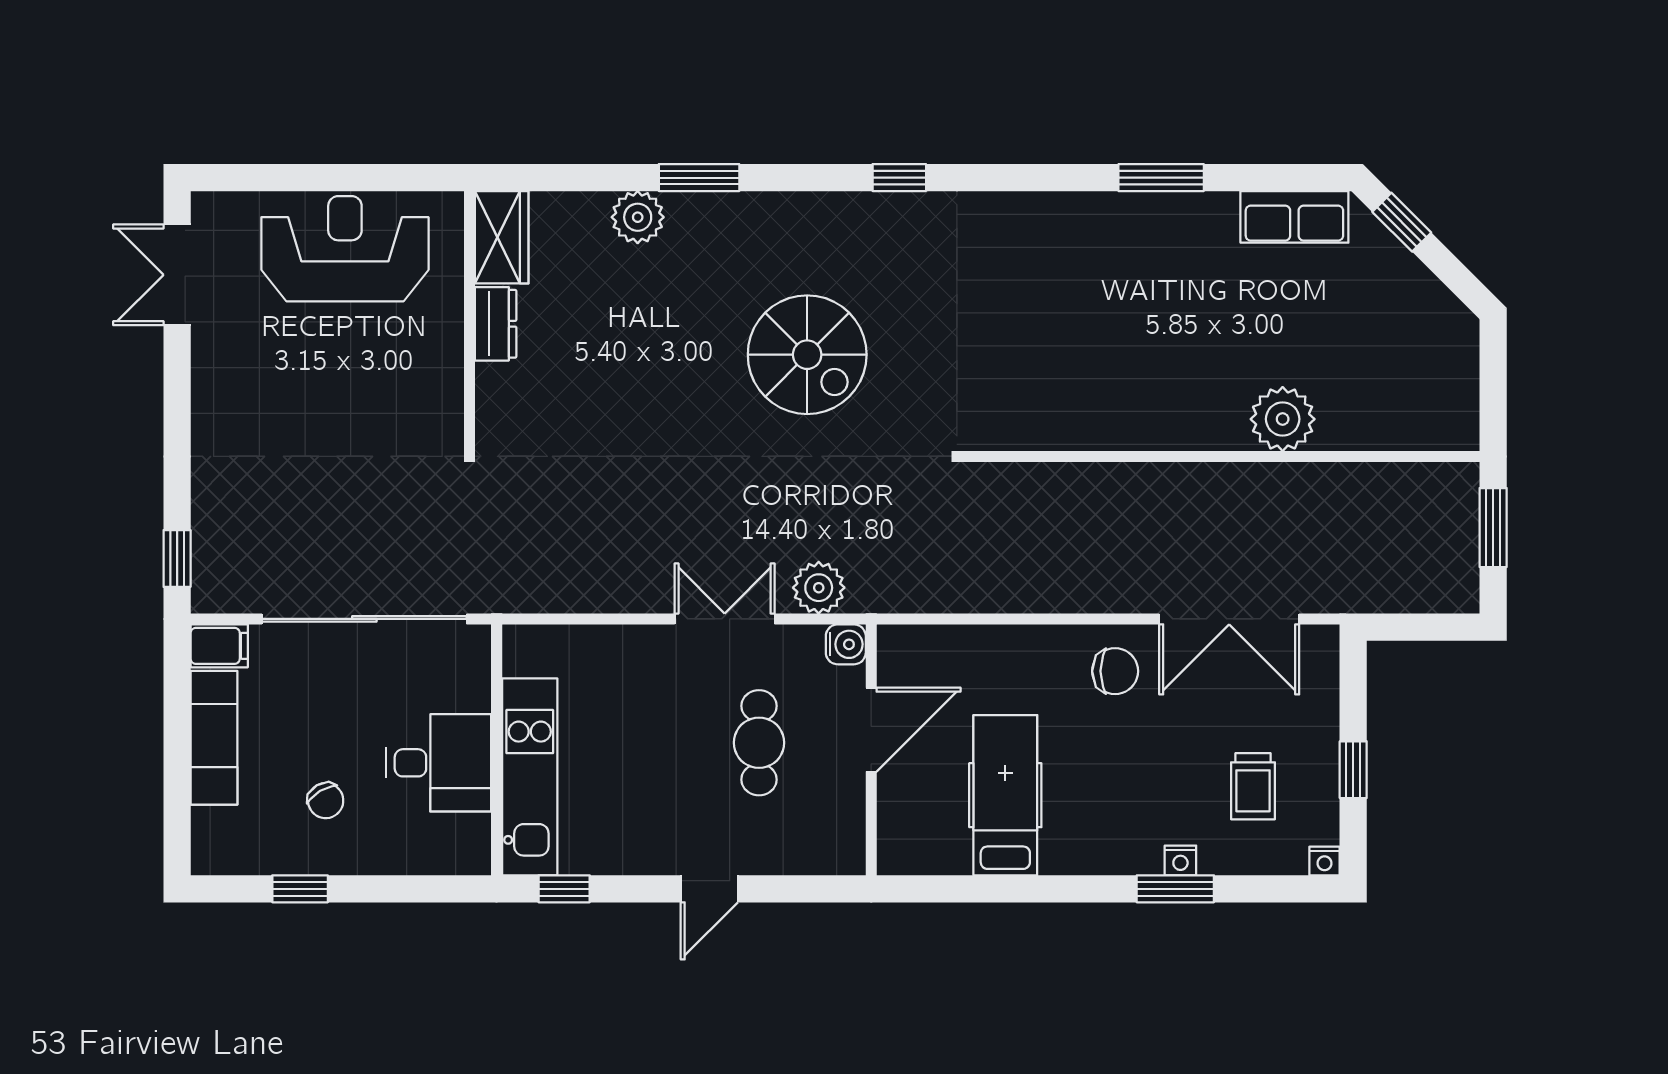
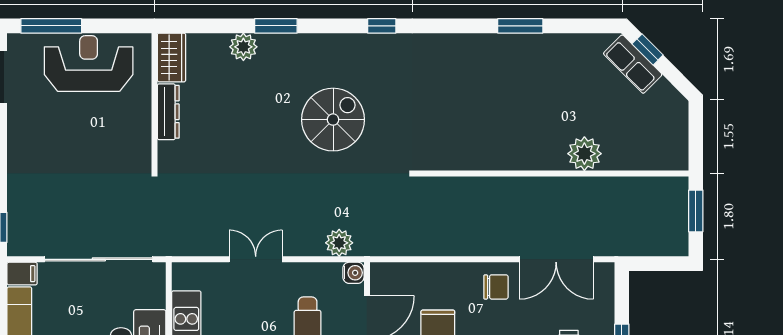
window: (274, 178) -> (51, 26), added
row of seats: (1294, 217) -> (633, 64), moved, turned 45
dresser: (496, 324) -> (168, 112), width x1.44
spiral stairs: (807, 355) -> (333, 120), turned -90
double door: (725, 619) -> (256, 259), moved

